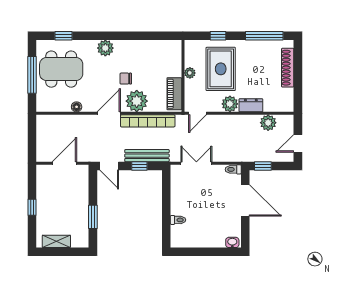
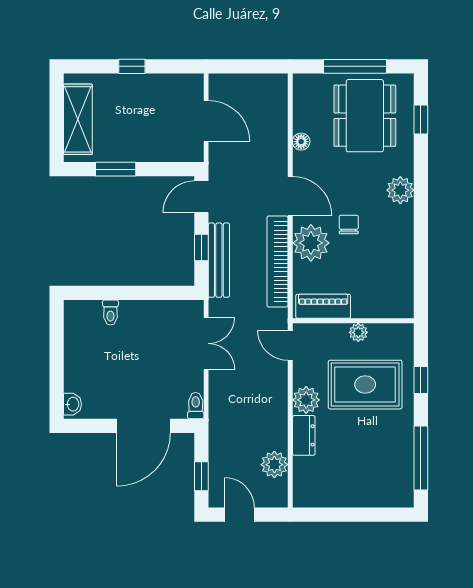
shoe rack: (288, 68) -> (367, 497), removed
window: (263, 166) -> (201, 476), moved
shelving: (56, 241) -> (78, 119), width x1.50, depth x1.33

